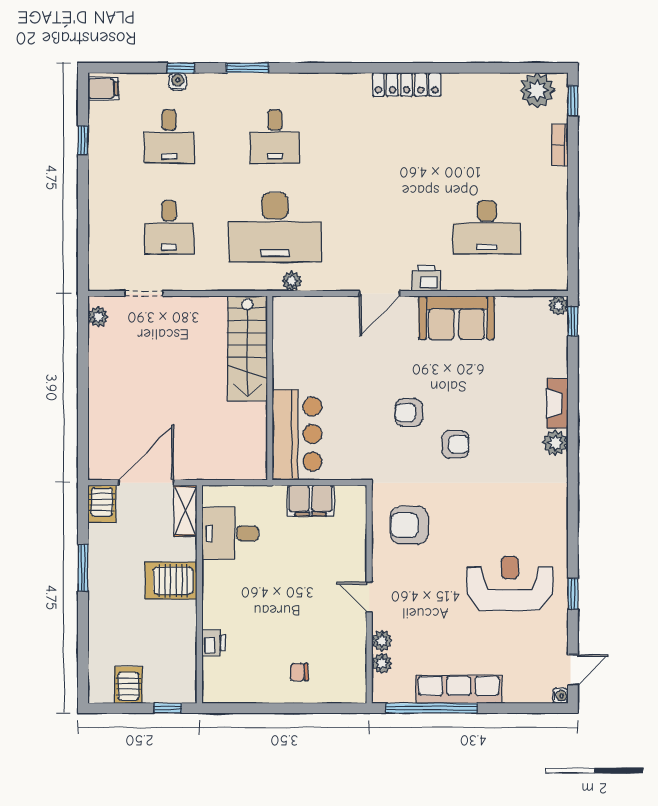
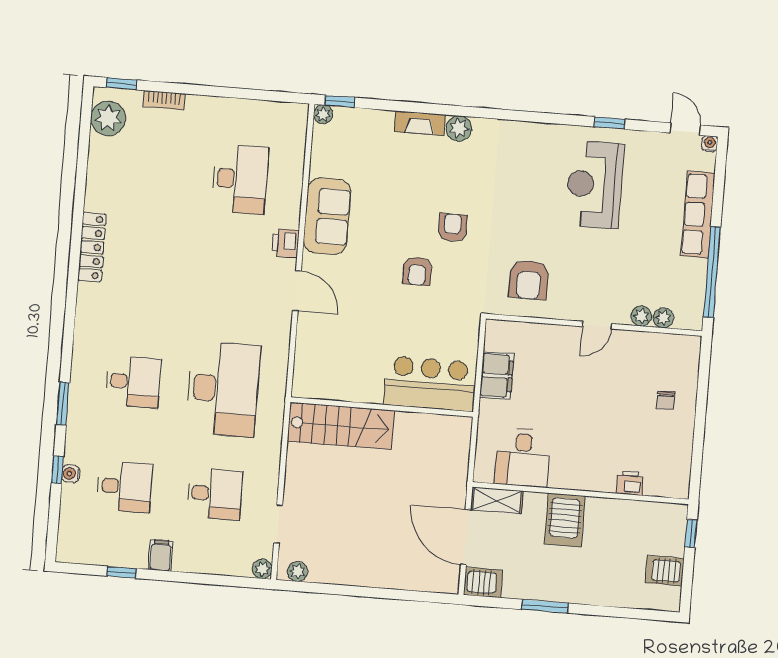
filing cabinet: (103, 89) -> (161, 555), moved
plant: (292, 281) -> (262, 569), moved
row of seats: (459, 689) -> (698, 214), moved

